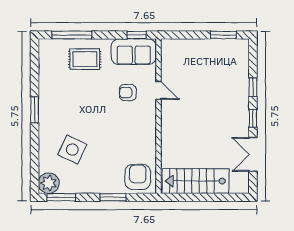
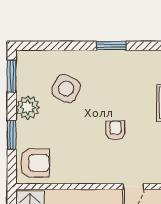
armchair: (128, 93) -> (115, 130), moved
plant: (49, 183) -> (28, 107), moved

